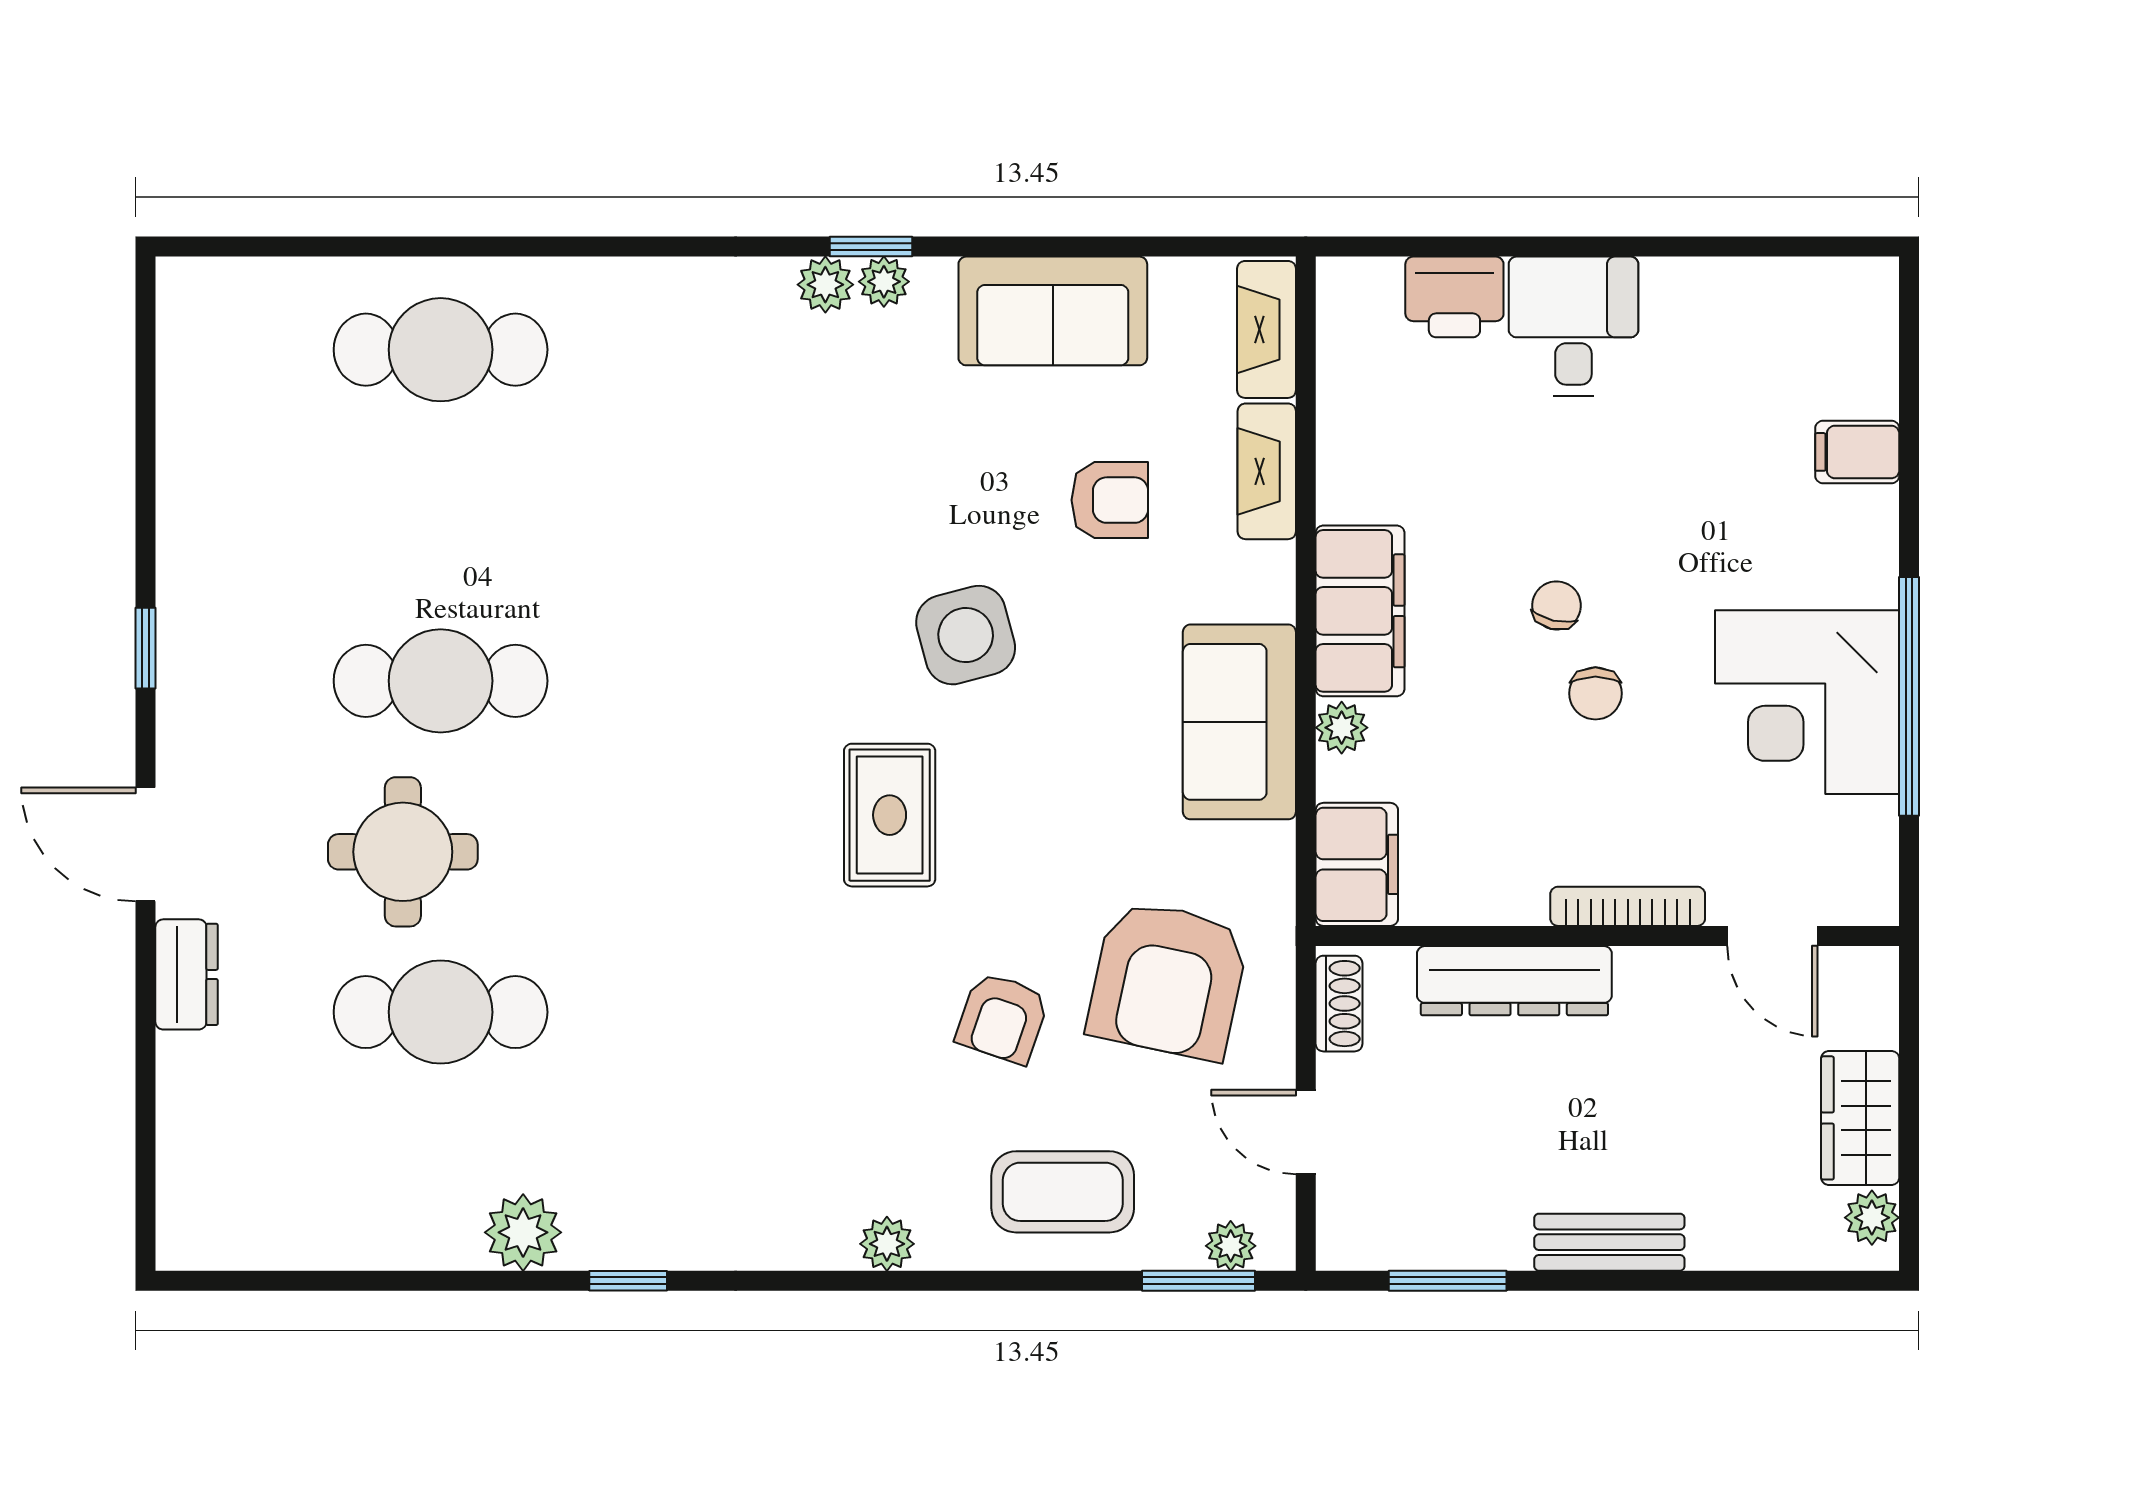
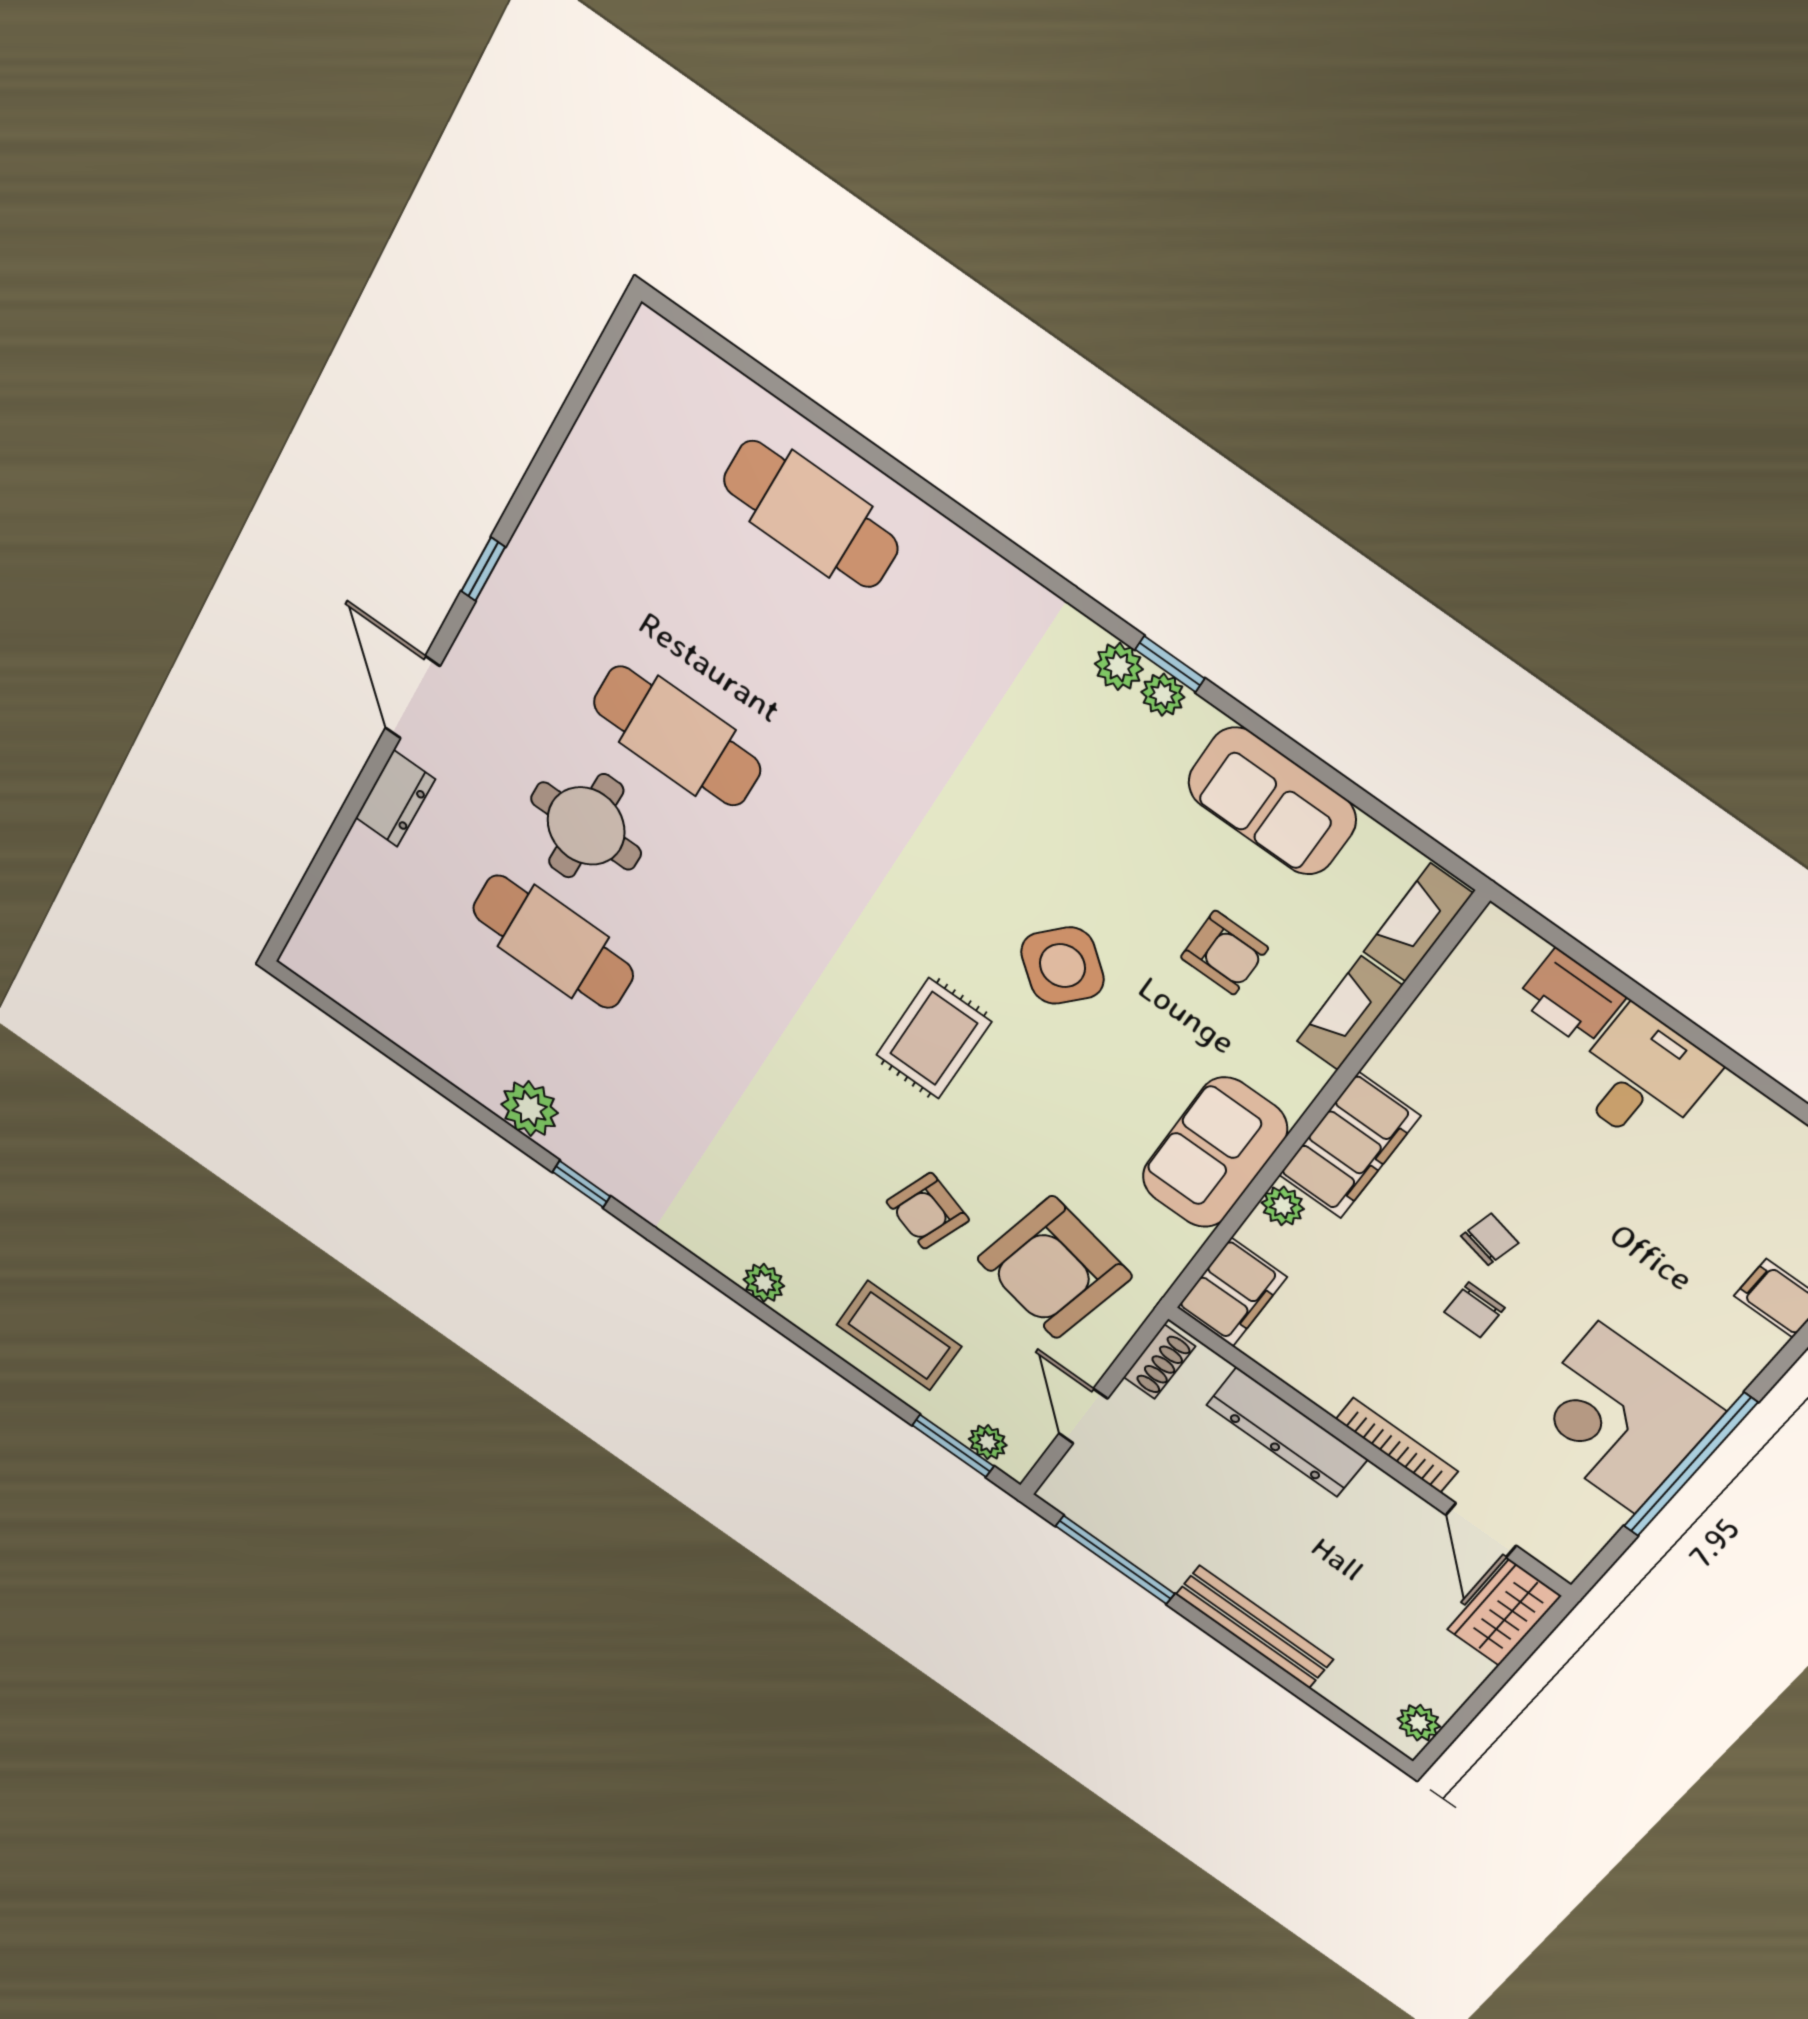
side table: (966, 635) -> (1062, 966), turned -34
wardrobe: (1860, 1118) -> (1504, 1613), moved
bench: (1609, 1242) -> (1254, 1627), width x1.36
window: (1448, 1281) -> (1115, 1560), width x1.44

